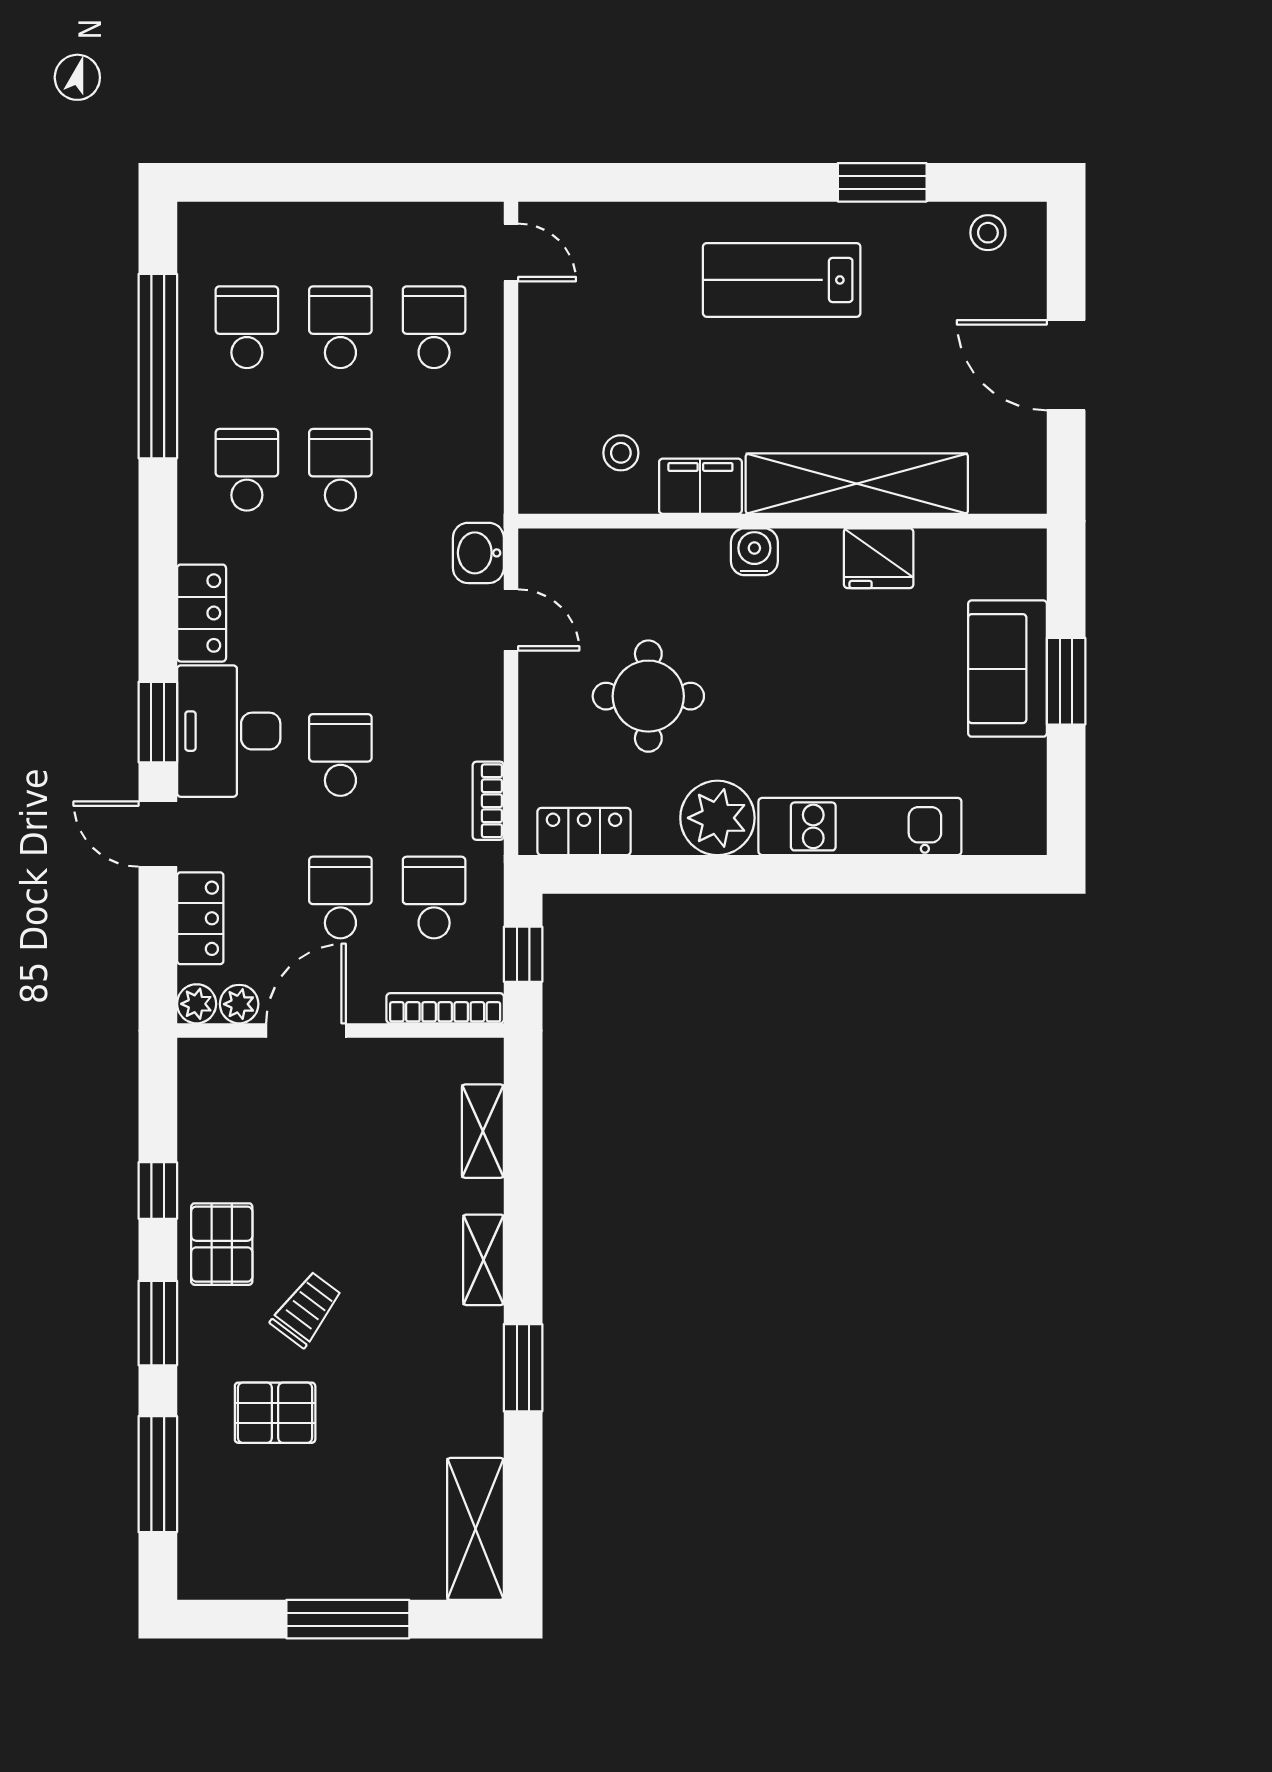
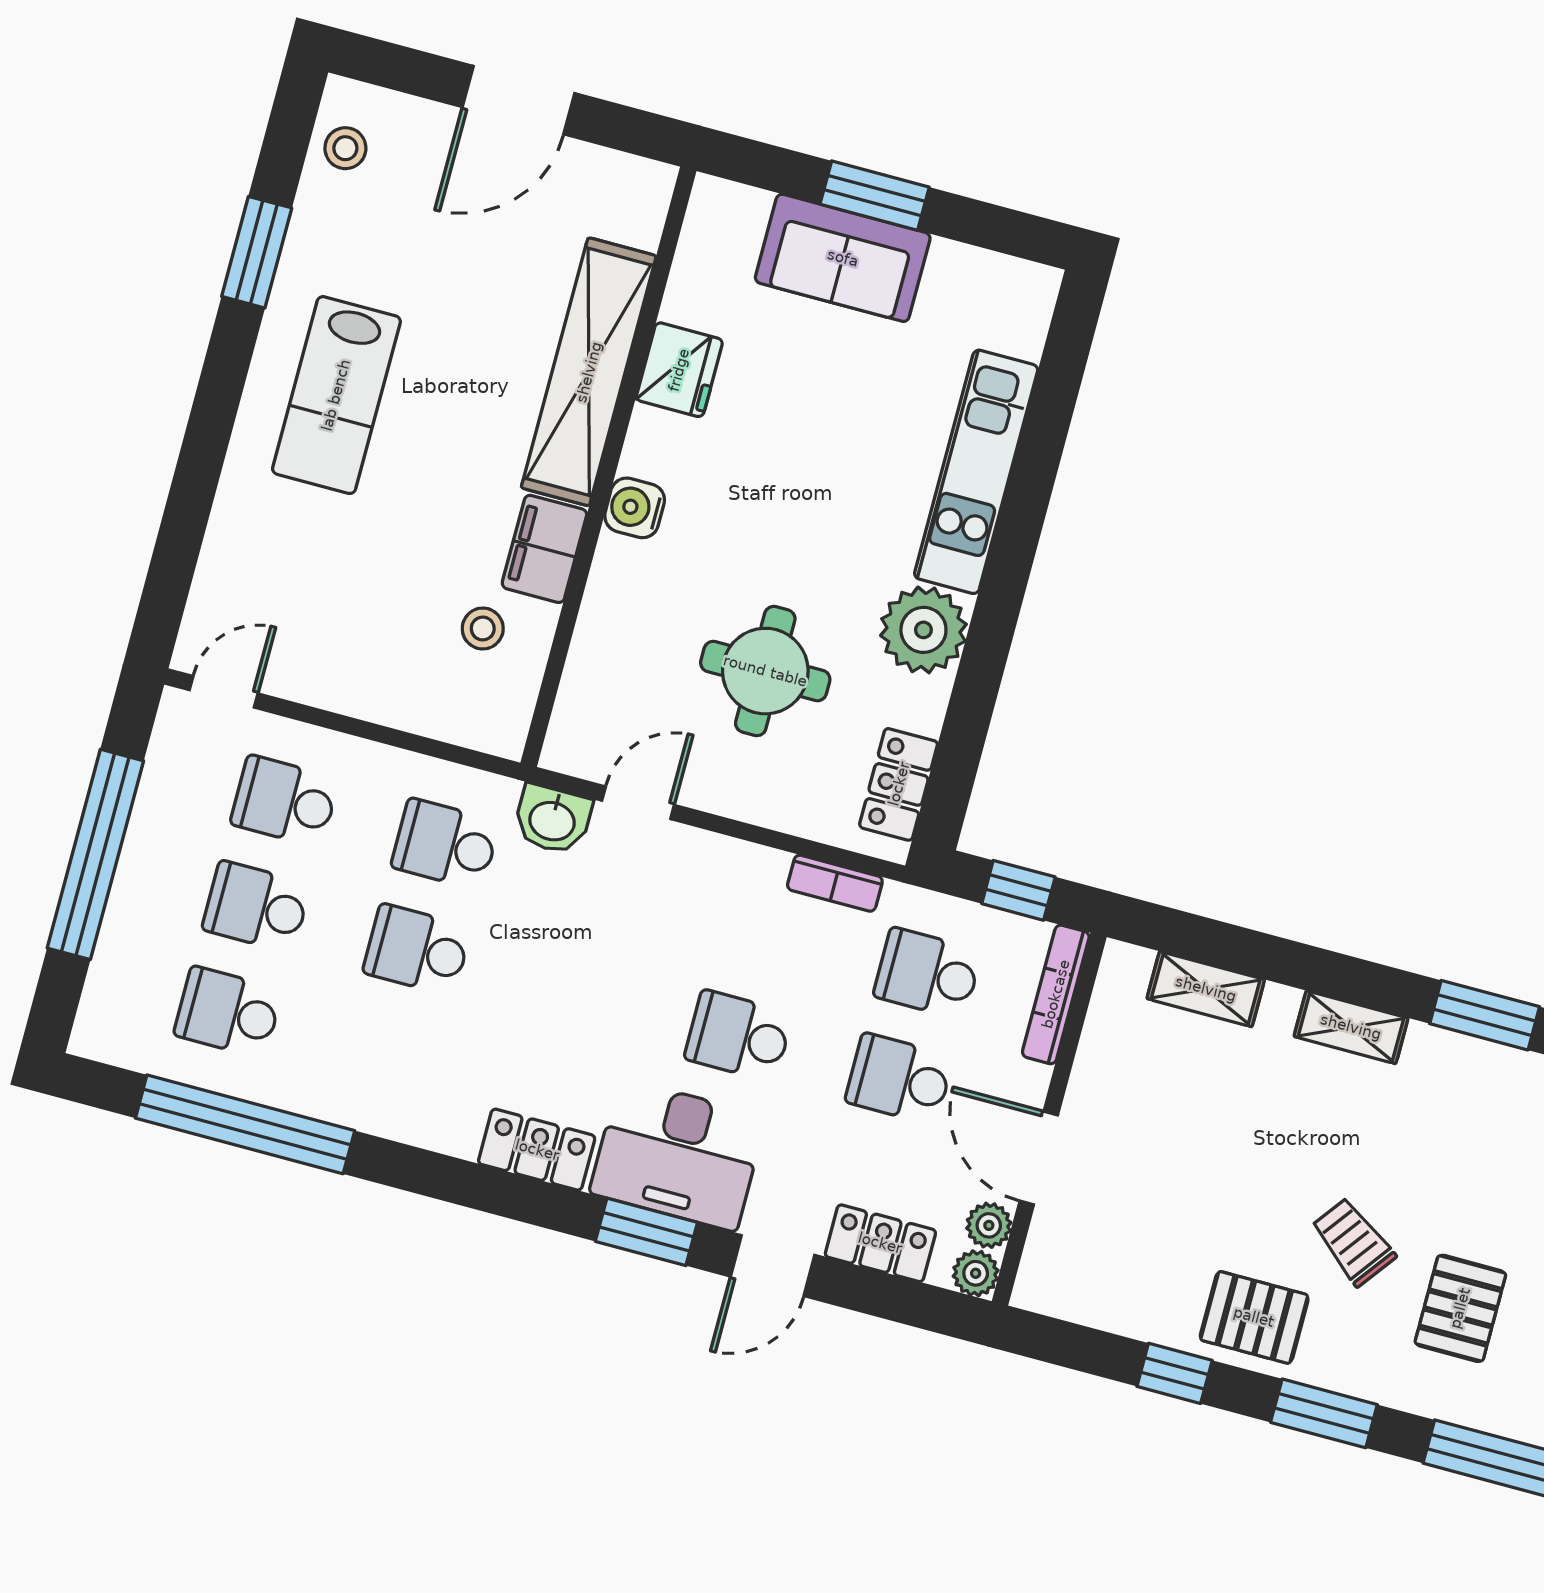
window: (348, 182) -> (95, 854), added
school desk: (247, 470) -> (445, 844), moved

